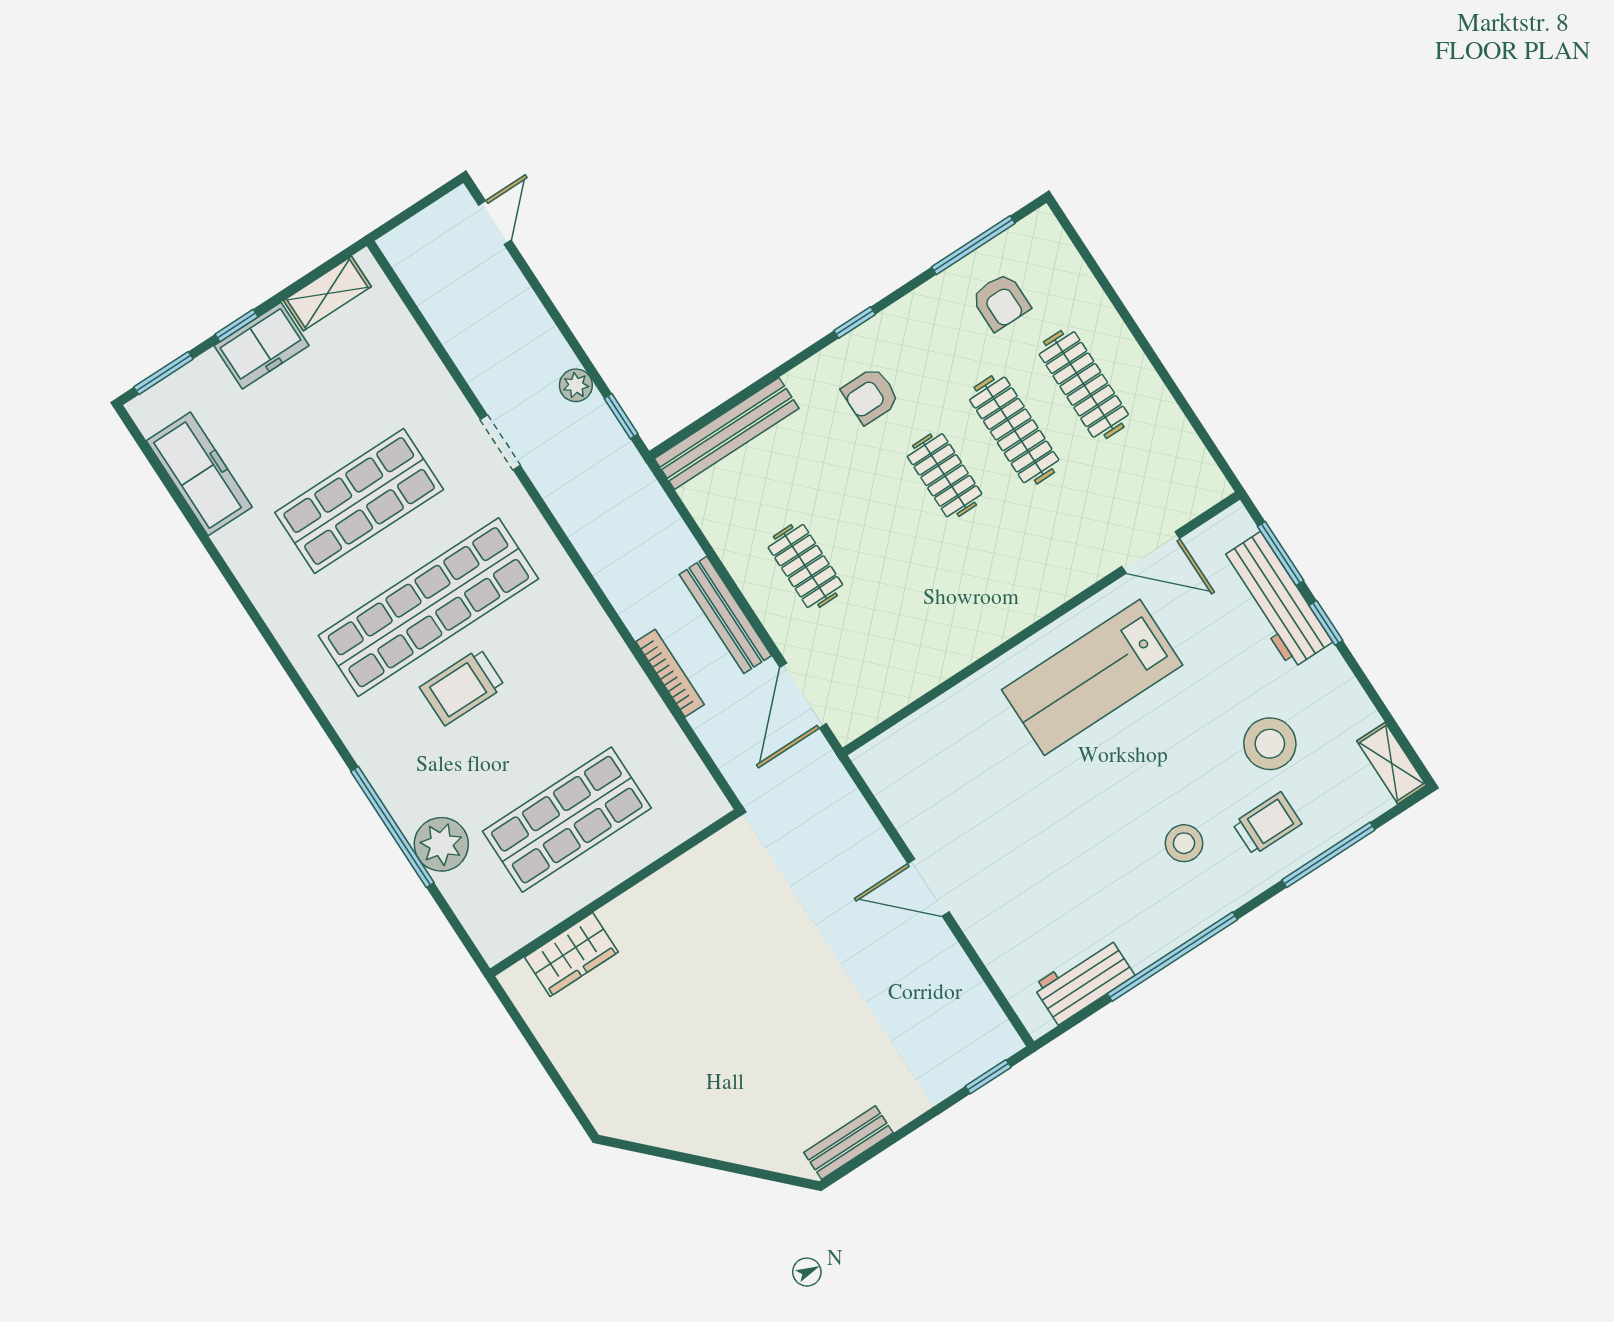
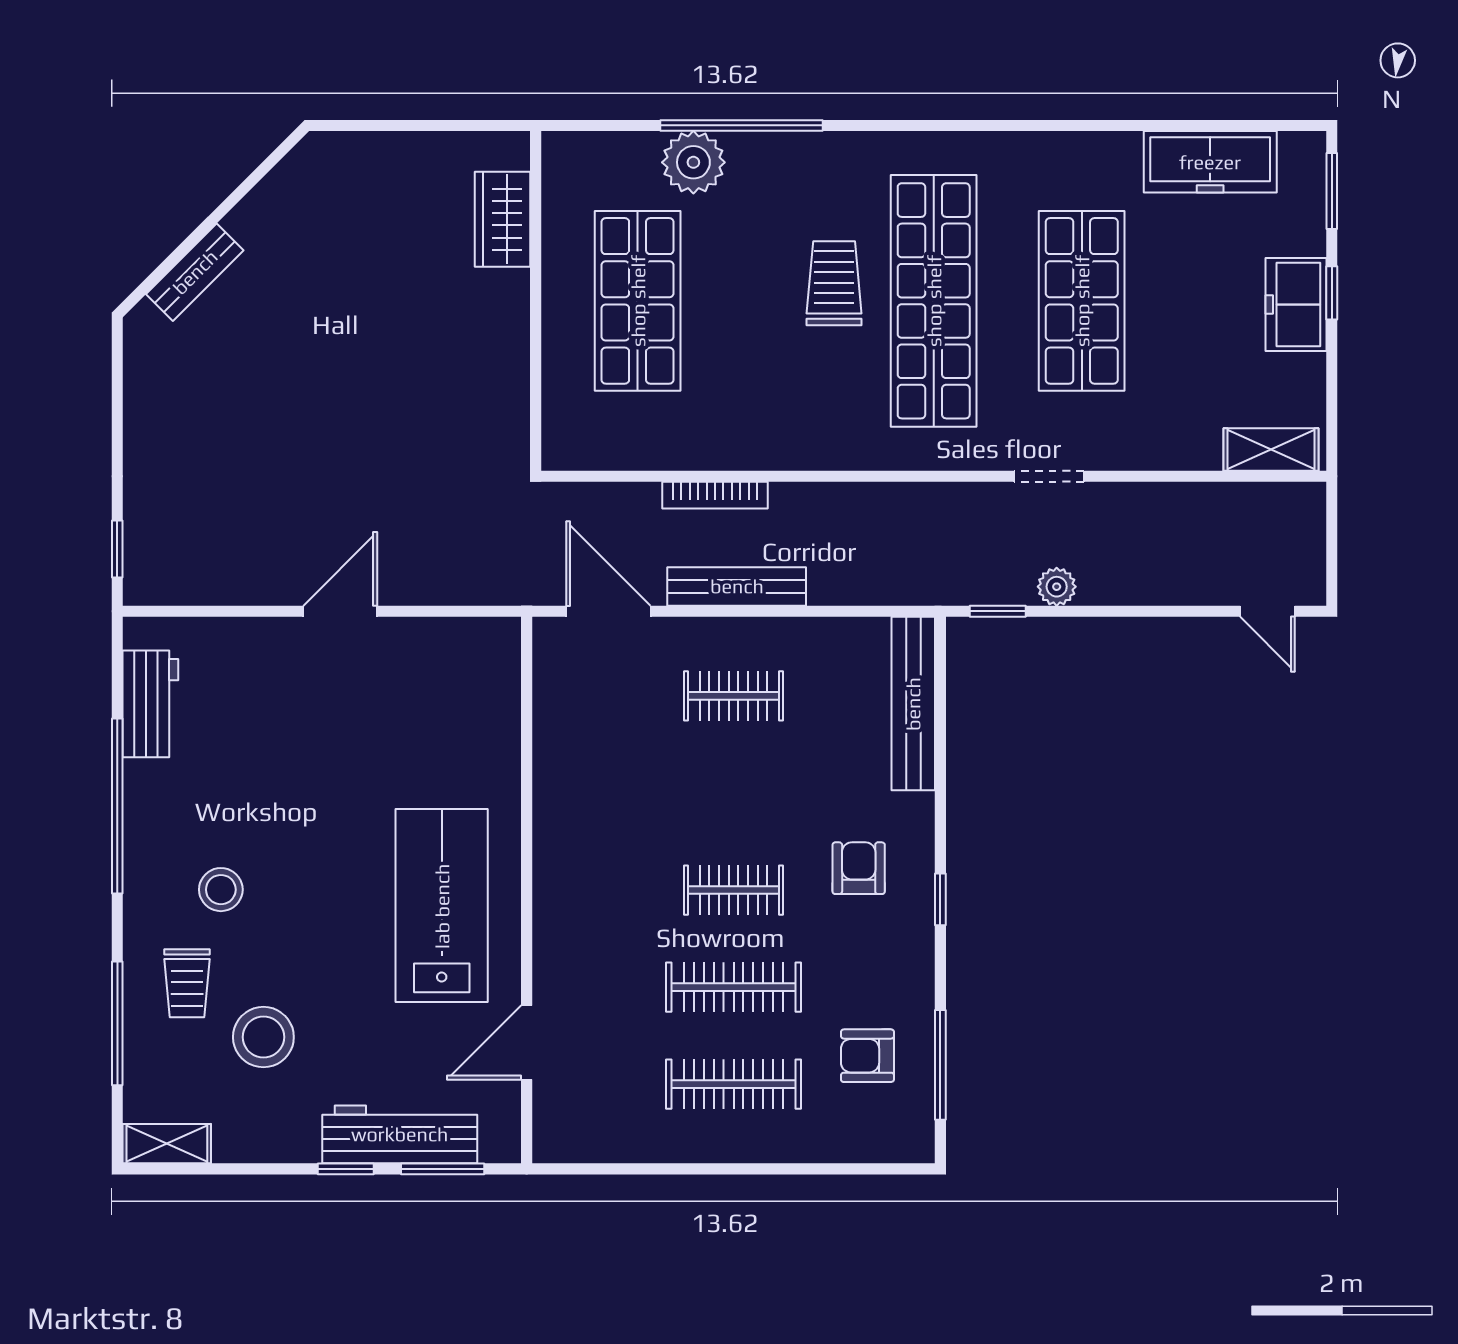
shelving: (327, 293) -> (1271, 450), moved, turned 90
bench: (848, 1143) -> (195, 272), moved, turned 45

